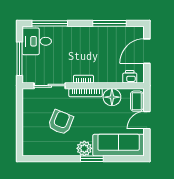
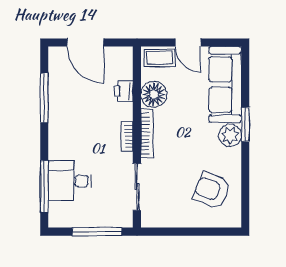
desk: (37, 41) -> (70, 181), moved, turned 90
printer: (130, 77) -> (124, 91), moved
armchair: (61, 122) -> (212, 190), moved

